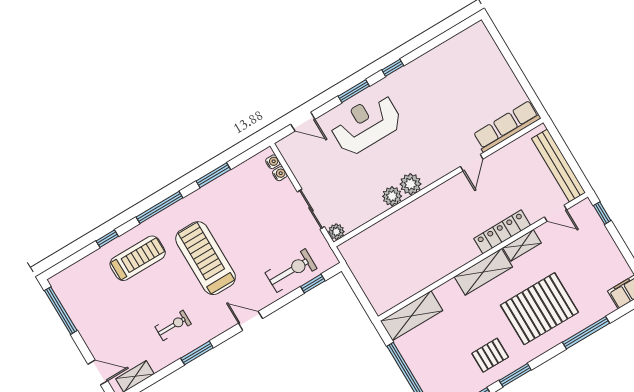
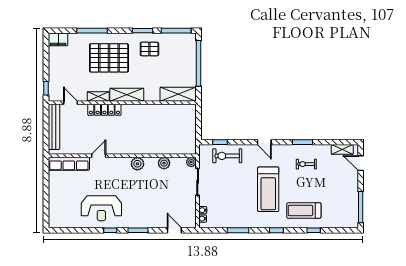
reception desk: (366, 124) -> (101, 208), moved
plant: (392, 196) -> (164, 163), moved
window: (160, 207) -> (276, 230), width x0.46

